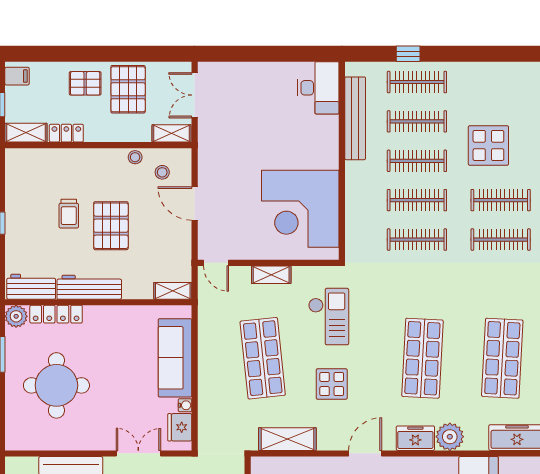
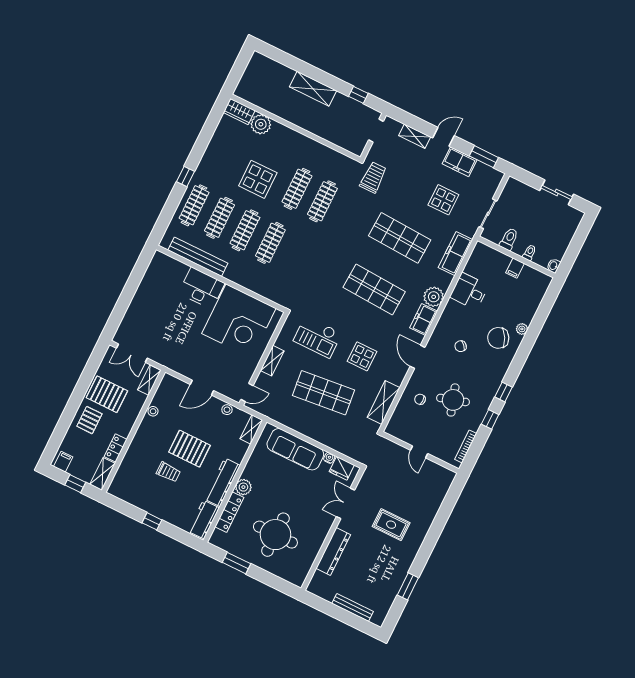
window: (408, 54) -> (186, 176), moved
desk: (318, 88) -> (202, 288), moved
stool: (162, 172) -> (227, 410), moved
clothes rail: (417, 240) -> (296, 255), removed
plant: (16, 316) -> (243, 487), moved
checkout: (329, 317) -> (318, 337), turned 180

